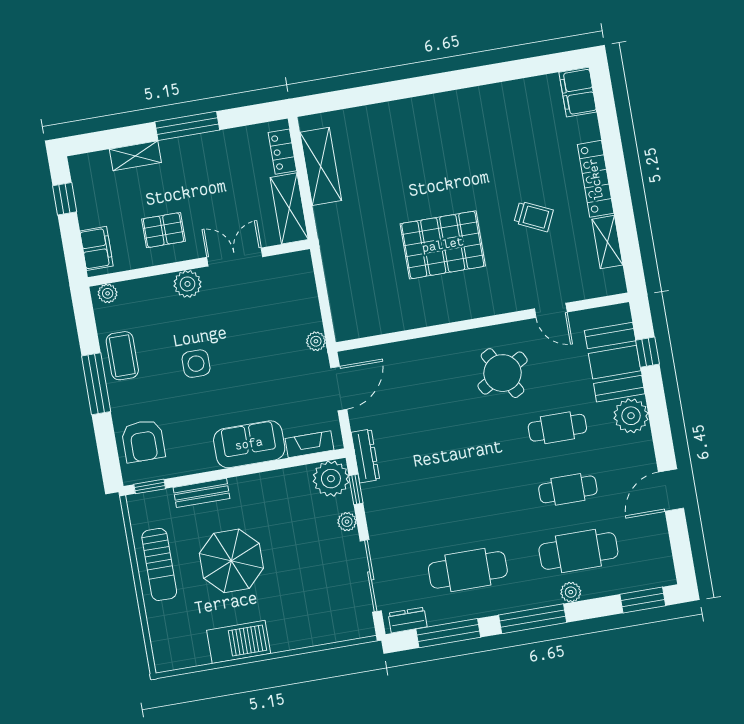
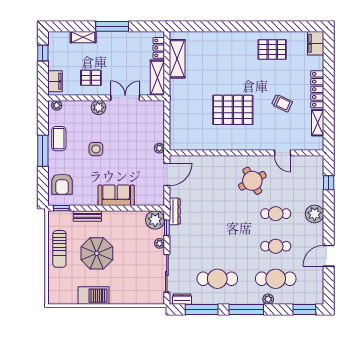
pallet: (498, 118) -> (272, 49), added
booth: (615, 362) -> (311, 185), removed
fireplace: (310, 444) -> (147, 200), removed

